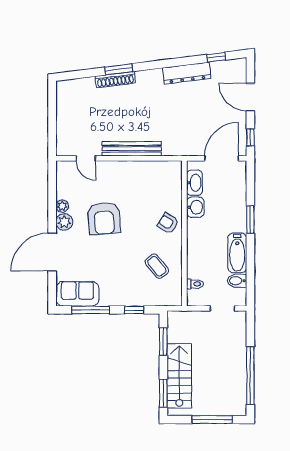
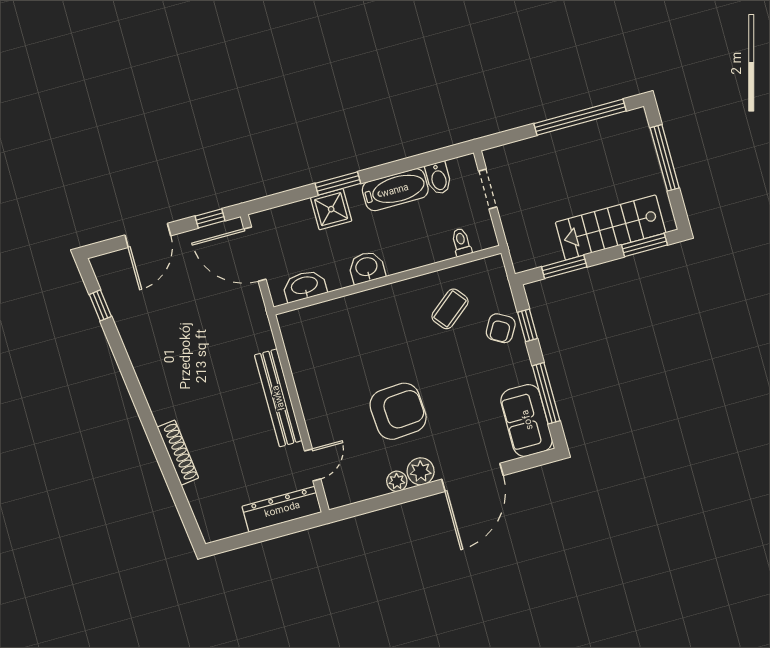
window: (119, 69) -> (161, 452), removed
dresser: (187, 73) -> (282, 509), moved, turned -83
washbasin: (195, 207) -> (367, 267), moved
shower: (236, 211) -> (331, 209), added
armchair: (168, 223) -> (501, 328), moved
door: (52, 252) -> (472, 477), hinge flipped

